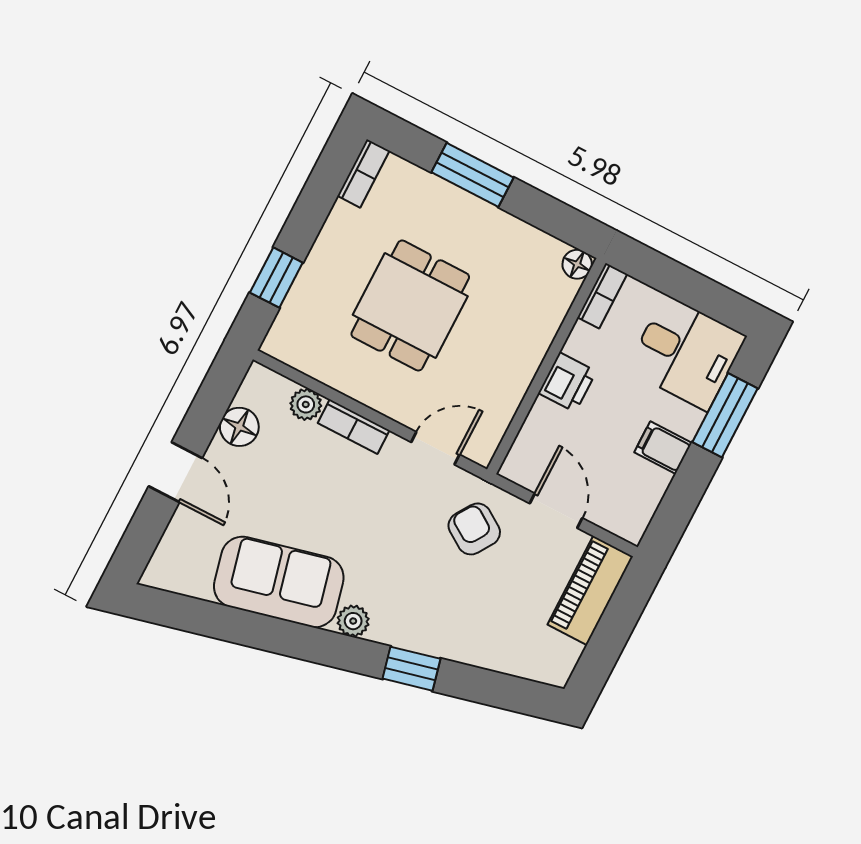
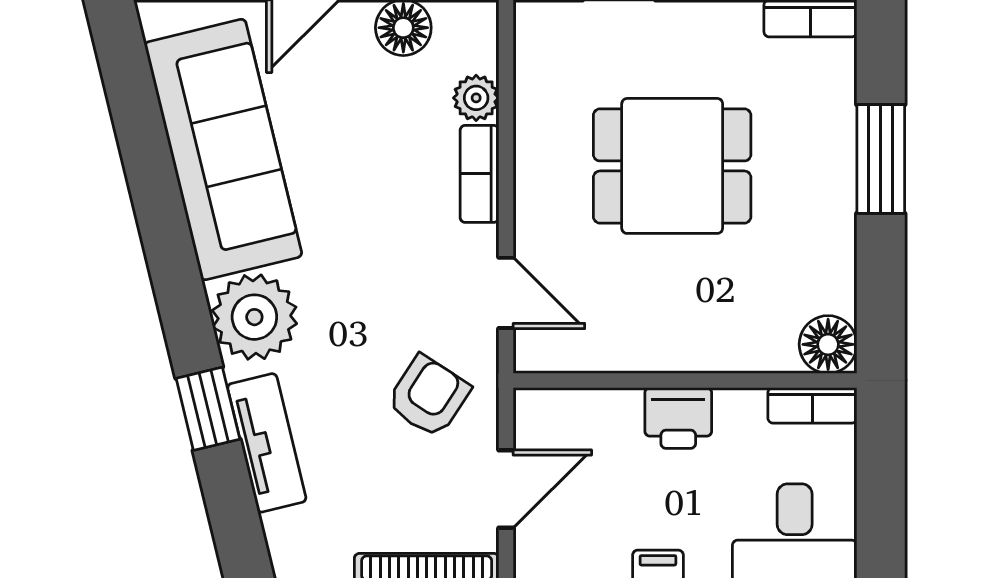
floor lamp: (577, 264) -> (828, 344), width x1.37, depth x1.37
sofa: (279, 582) -> (223, 150), width x1.36
plant: (353, 621) -> (254, 317), width x1.88, depth x1.88
tv unit: (451, 643) -> (267, 443), added

